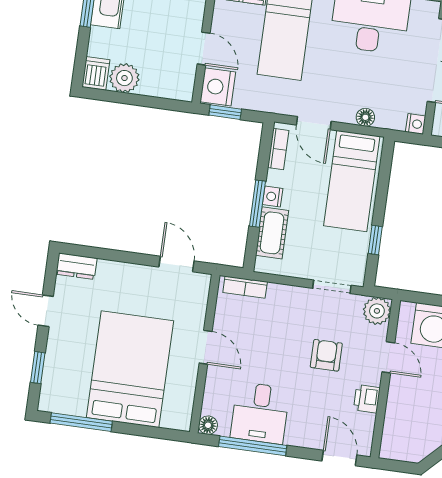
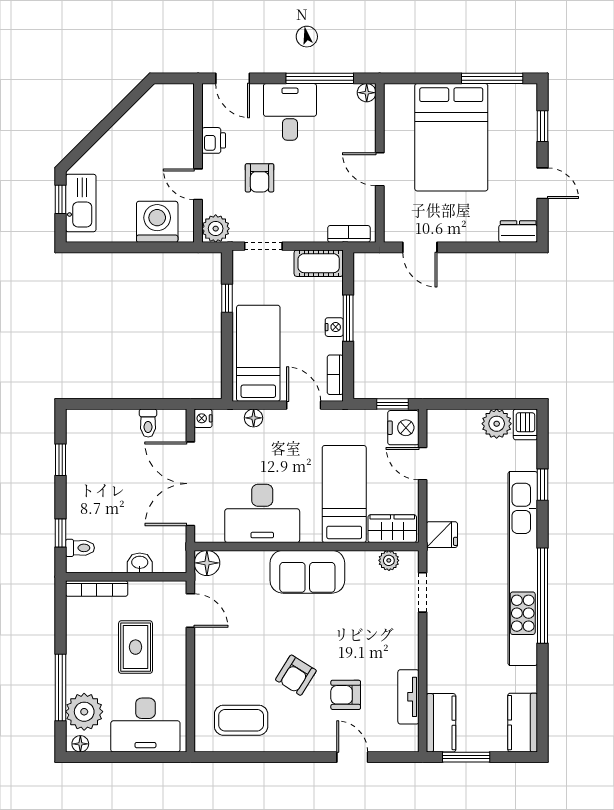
cot: (272, 233) -> (319, 263), moved, turned 90
desk: (260, 413) -> (290, 112), moved

